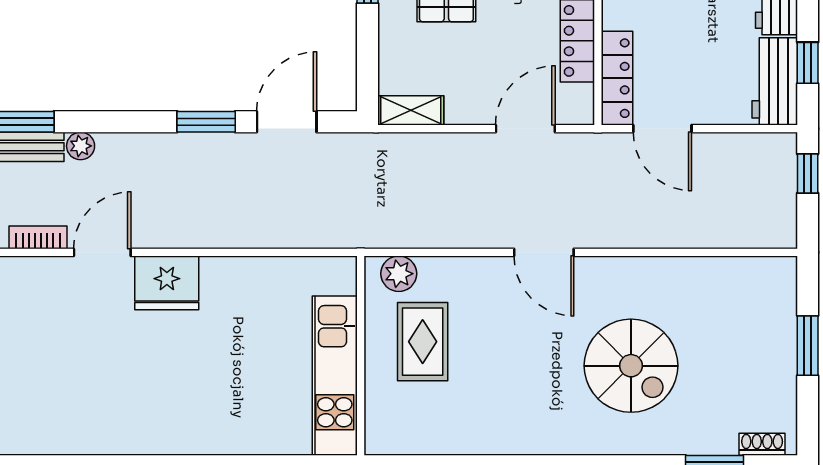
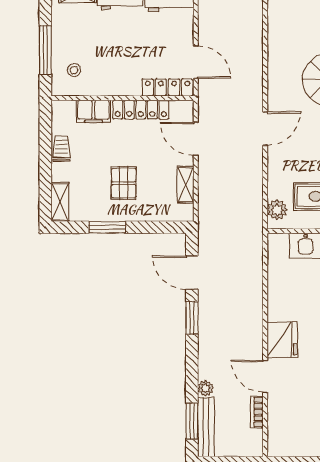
shelving: (411, 110) -> (186, 185), moved
door: (662, 129) -> (196, 62), hinge flipped

